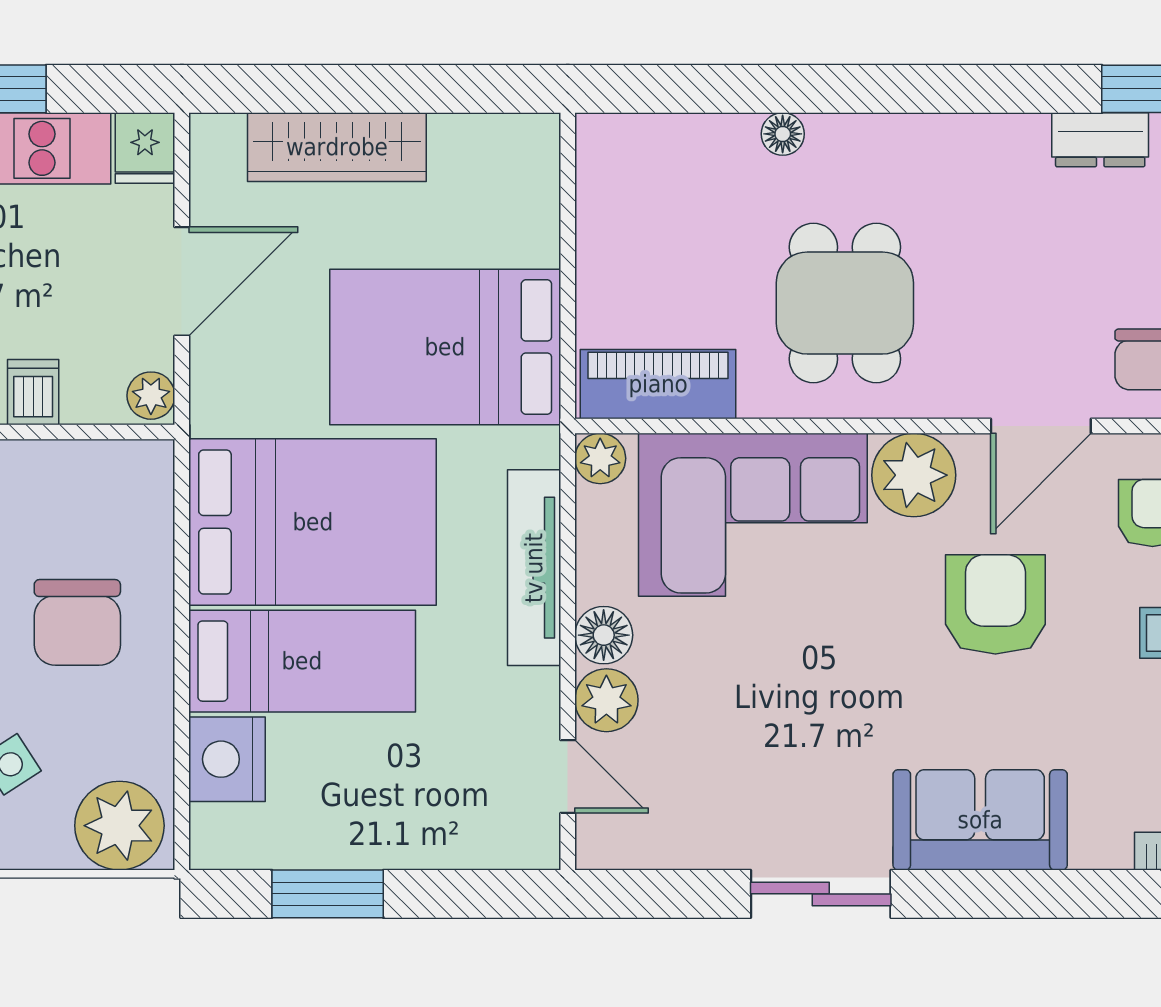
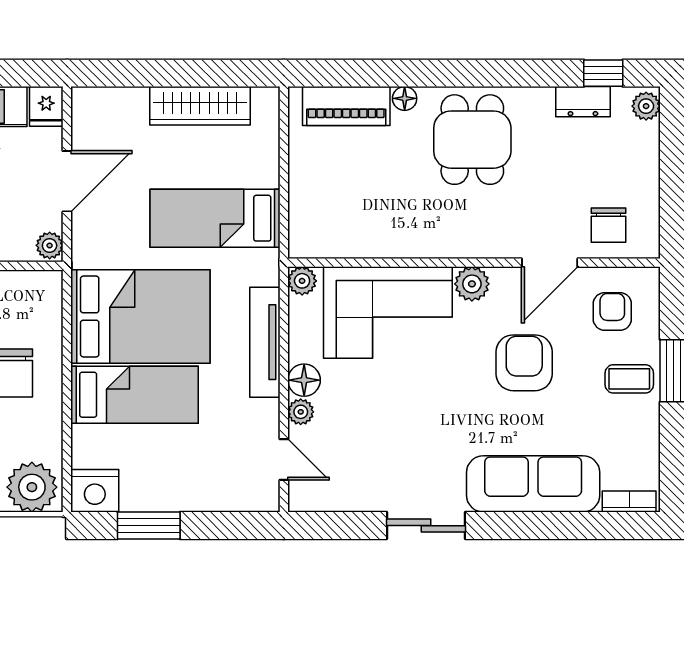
wardrobe: (337, 147) -> (200, 106), moved
dining table: (845, 303) -> (472, 140), moved
bed: (445, 347) -> (215, 218), width x0.67
piano: (658, 384) -> (346, 106), moved, turned 180
plant: (914, 475) -> (472, 284), width x0.73, depth x0.73
plant: (606, 700) -> (301, 412), width x0.73, depth x0.73
nightstand: (227, 759) -> (95, 491), moved, turned -90
sofa: (980, 820) -> (533, 484), width x1.36

